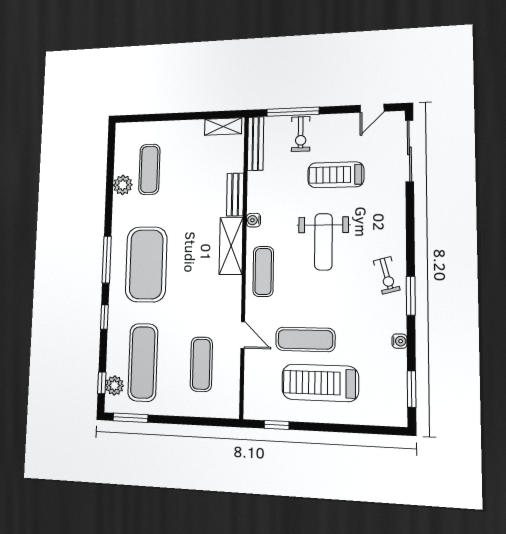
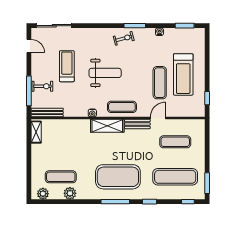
treadmill: (336, 175) -> (67, 66), turned 180
bench: (235, 195) -> (137, 124), moved
plant: (114, 386) -> (43, 194), moved

